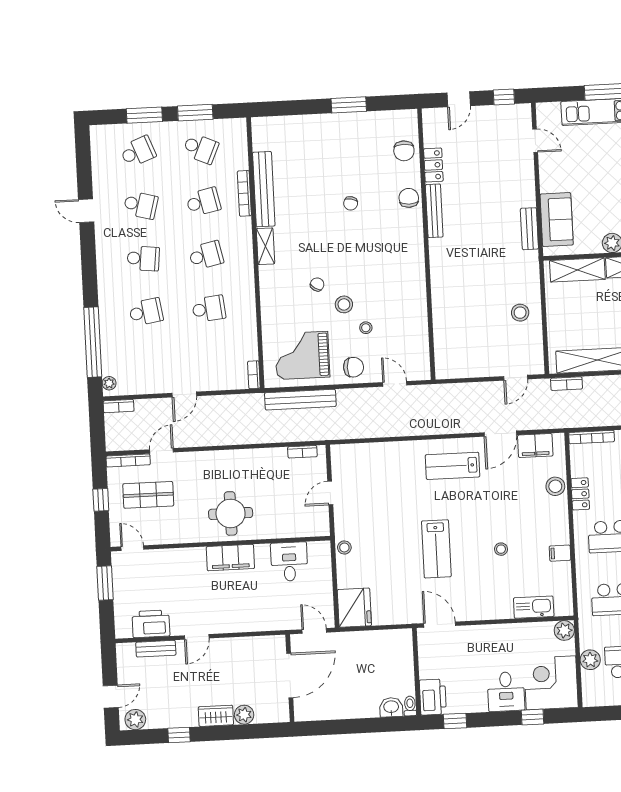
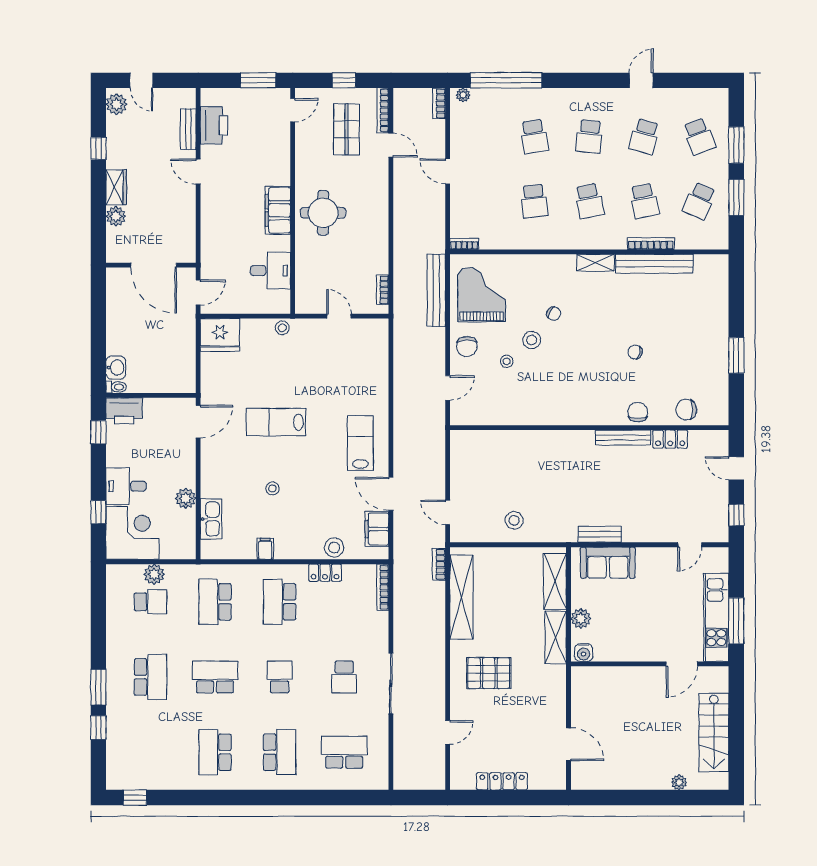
chair: (409, 198) -> (638, 412), turned -90
plant: (564, 630) -> (186, 498), moved

